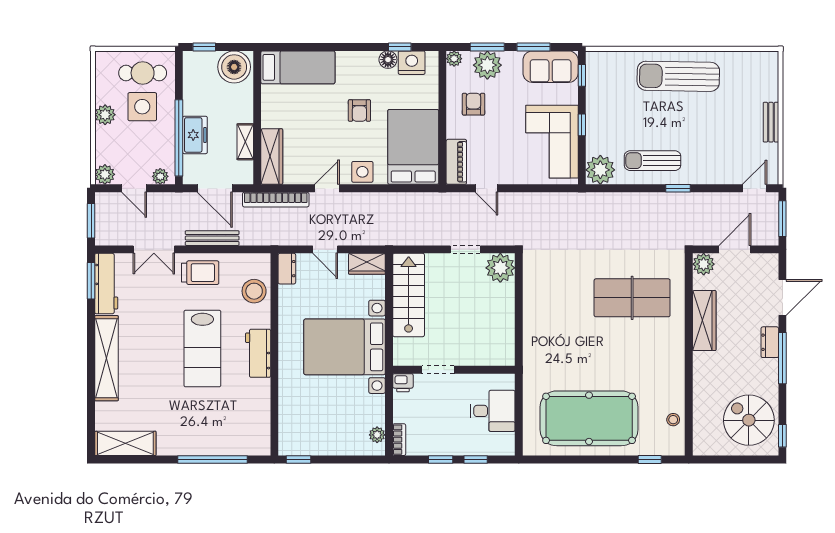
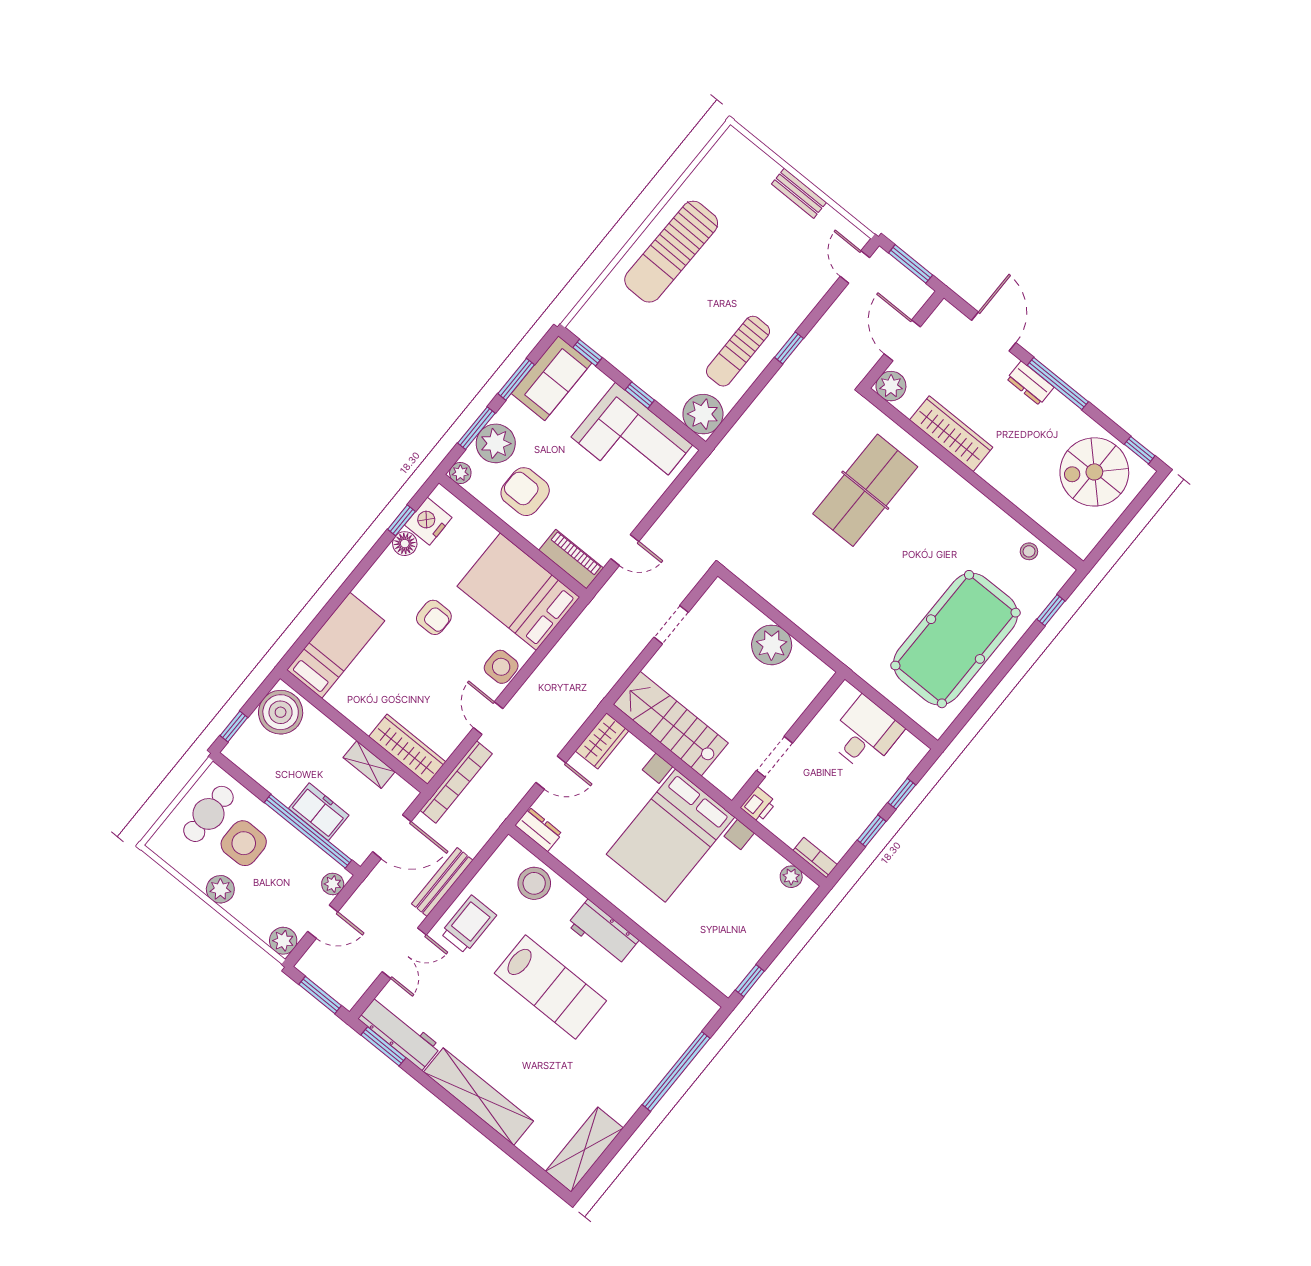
armchair: (473, 104) -> (525, 492), width x1.38, depth x1.38
plant: (500, 268) -> (772, 645), moved

